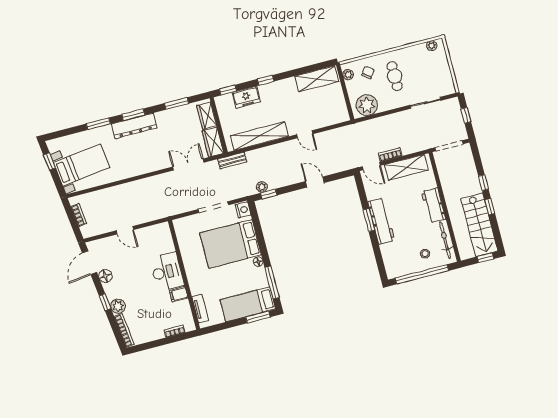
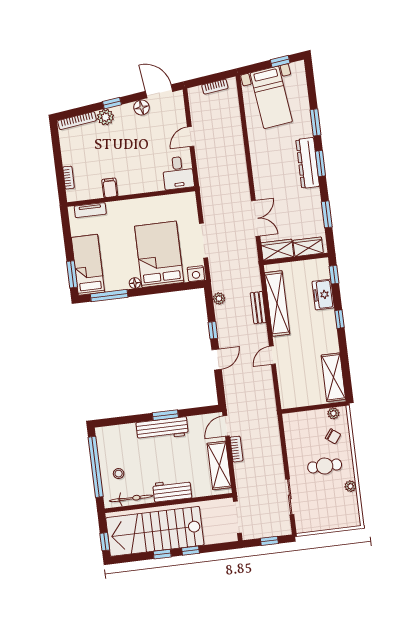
plant: (432, 46) -> (350, 486), moved
plant: (367, 105) -> (296, 430), removed
bench: (232, 161) -> (258, 308), moved
window: (269, 194) -> (213, 330), moved
stairs: (479, 225) -> (155, 531), width x1.36, depth x1.51
desk: (167, 272) -> (178, 173), moved, width x0.73

